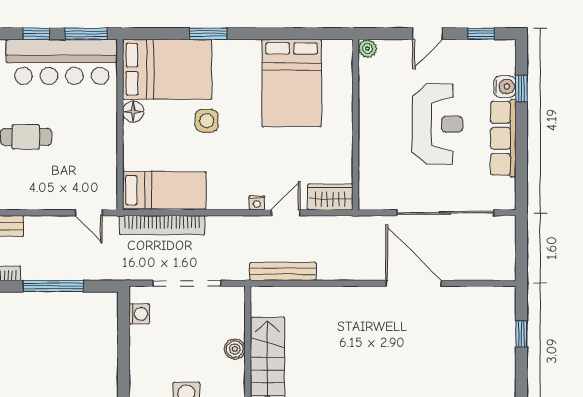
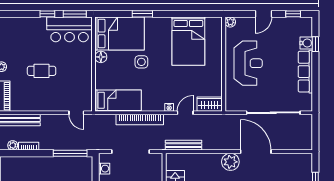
bar counter: (62, 62) -> (70, 29), width x0.73
reception desk: (437, 124) -> (248, 63), moved
bookcase: (162, 225) -> (140, 120), moved
window: (53, 286) -> (70, 153), moved
plant: (368, 302) -> (230, 162), added

